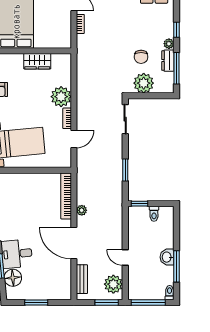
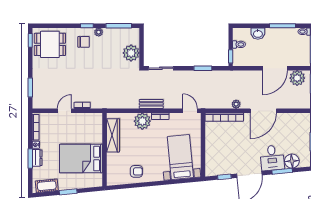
chair: (141, 57) -> (84, 42), moved
wardrobe: (37, 61) -> (113, 135), width x1.50
dresser: (168, 61) -> (112, 33), removed
door: (74, 139) -> (190, 111), moved
door: (125, 257) -> (275, 68), width x1.87
washbasin: (167, 257) -> (258, 34), moved
bench: (82, 279) -> (151, 104), moved

